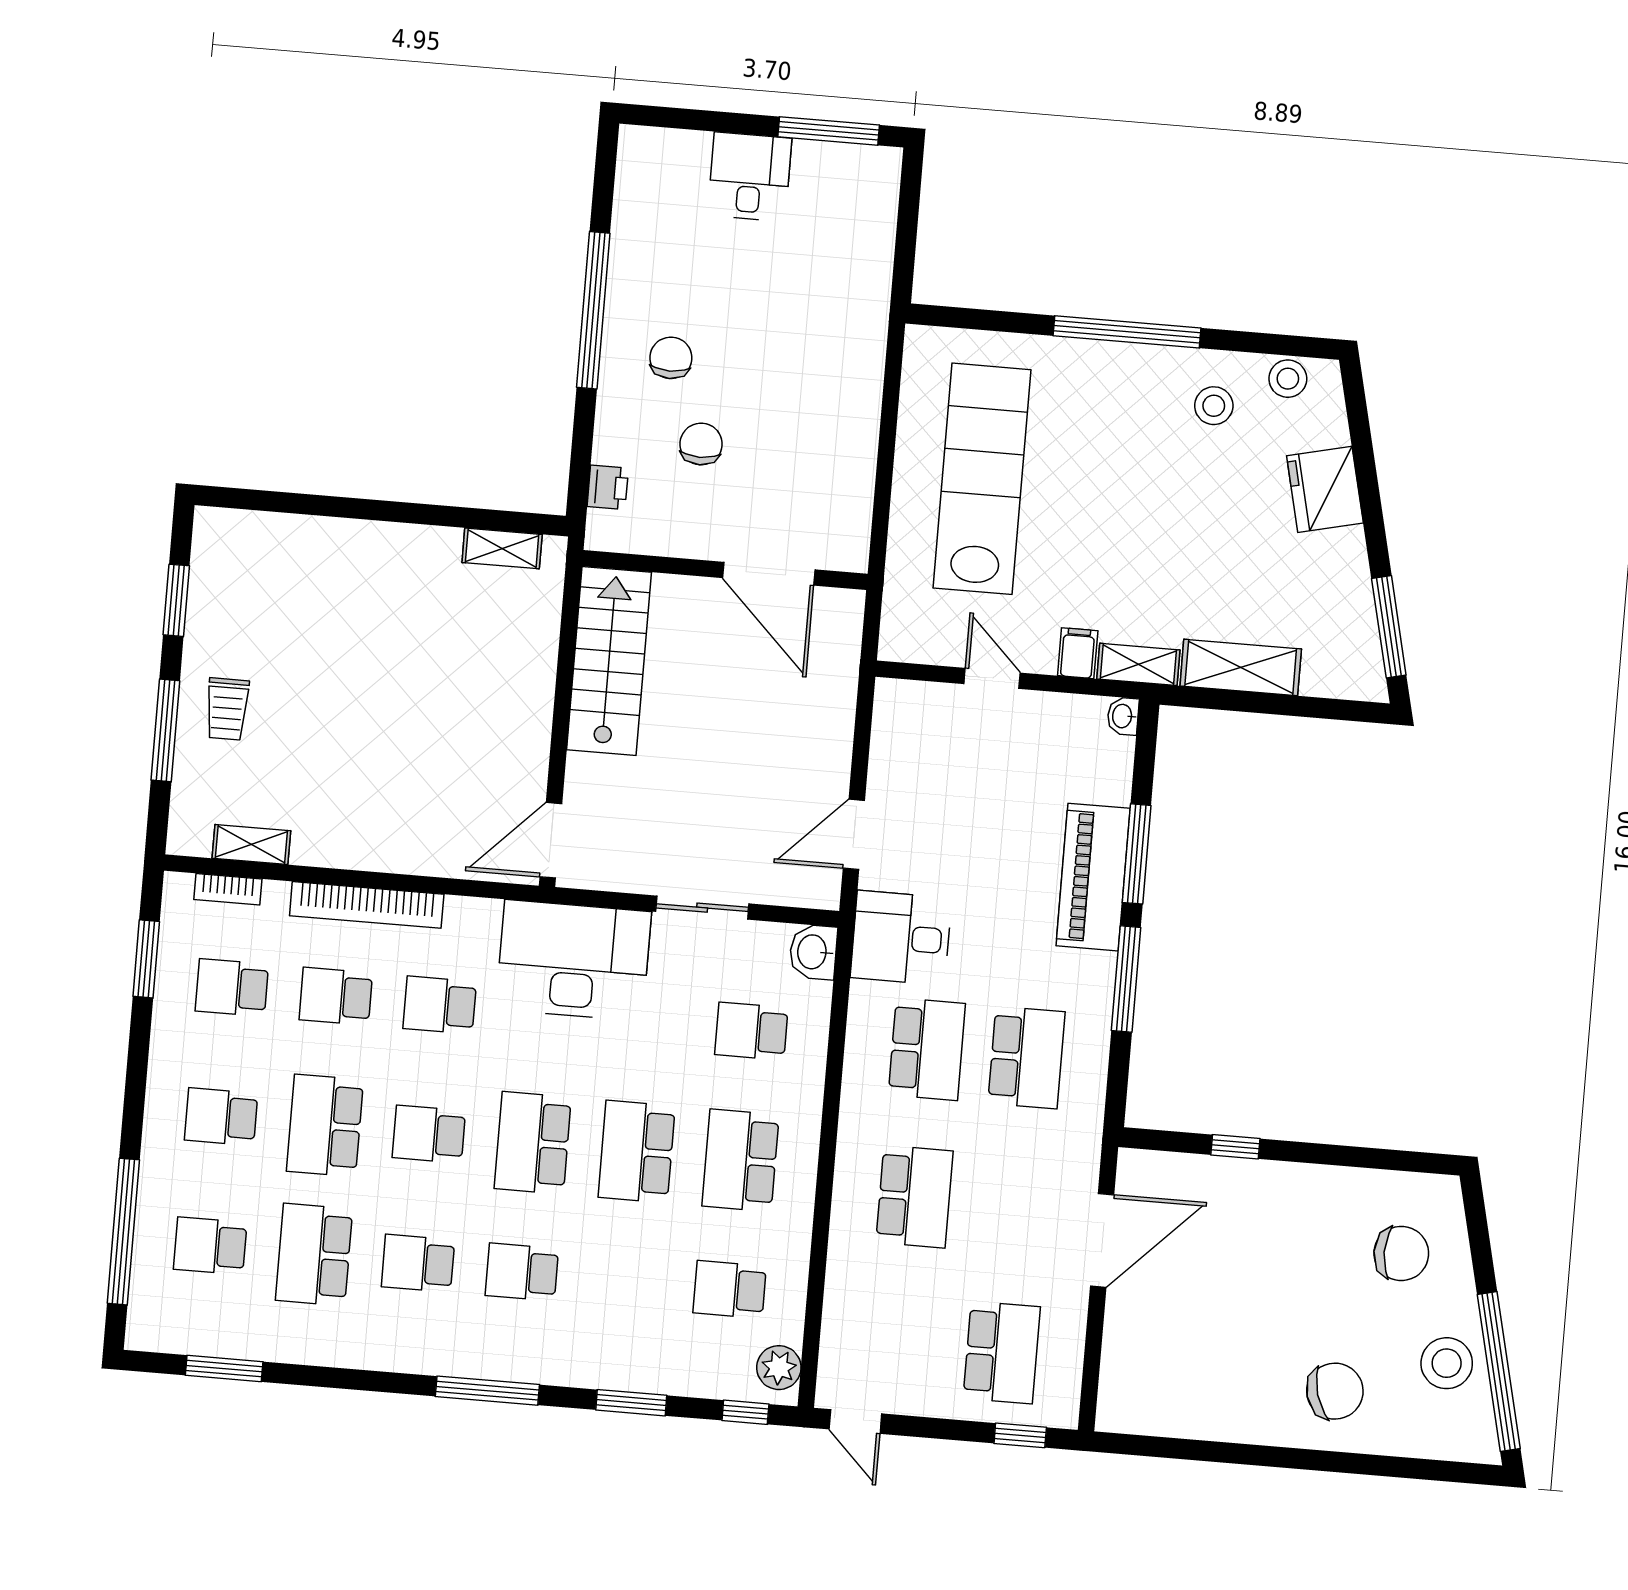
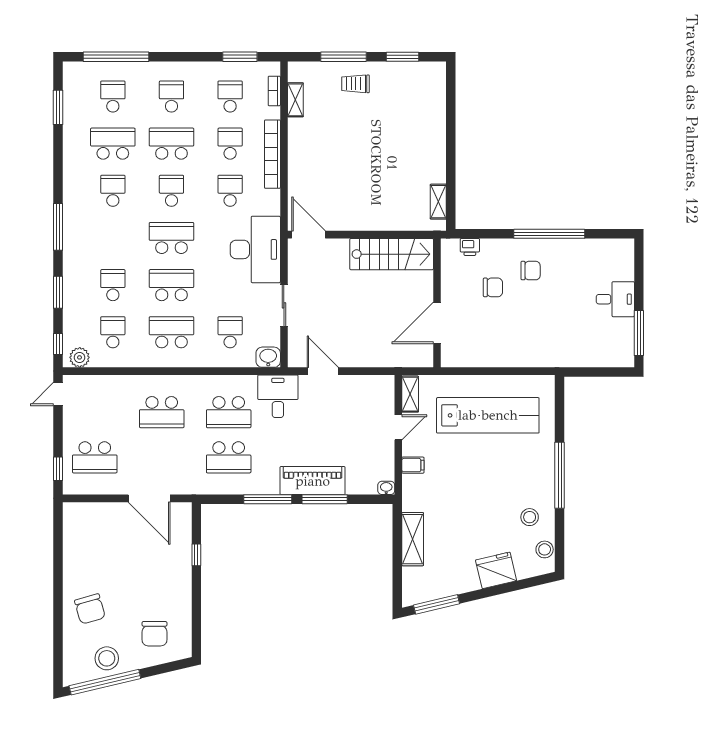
shelving: (1138, 664) -> (410, 394), moved
school desk: (522, 1272) -> (113, 285), moved

